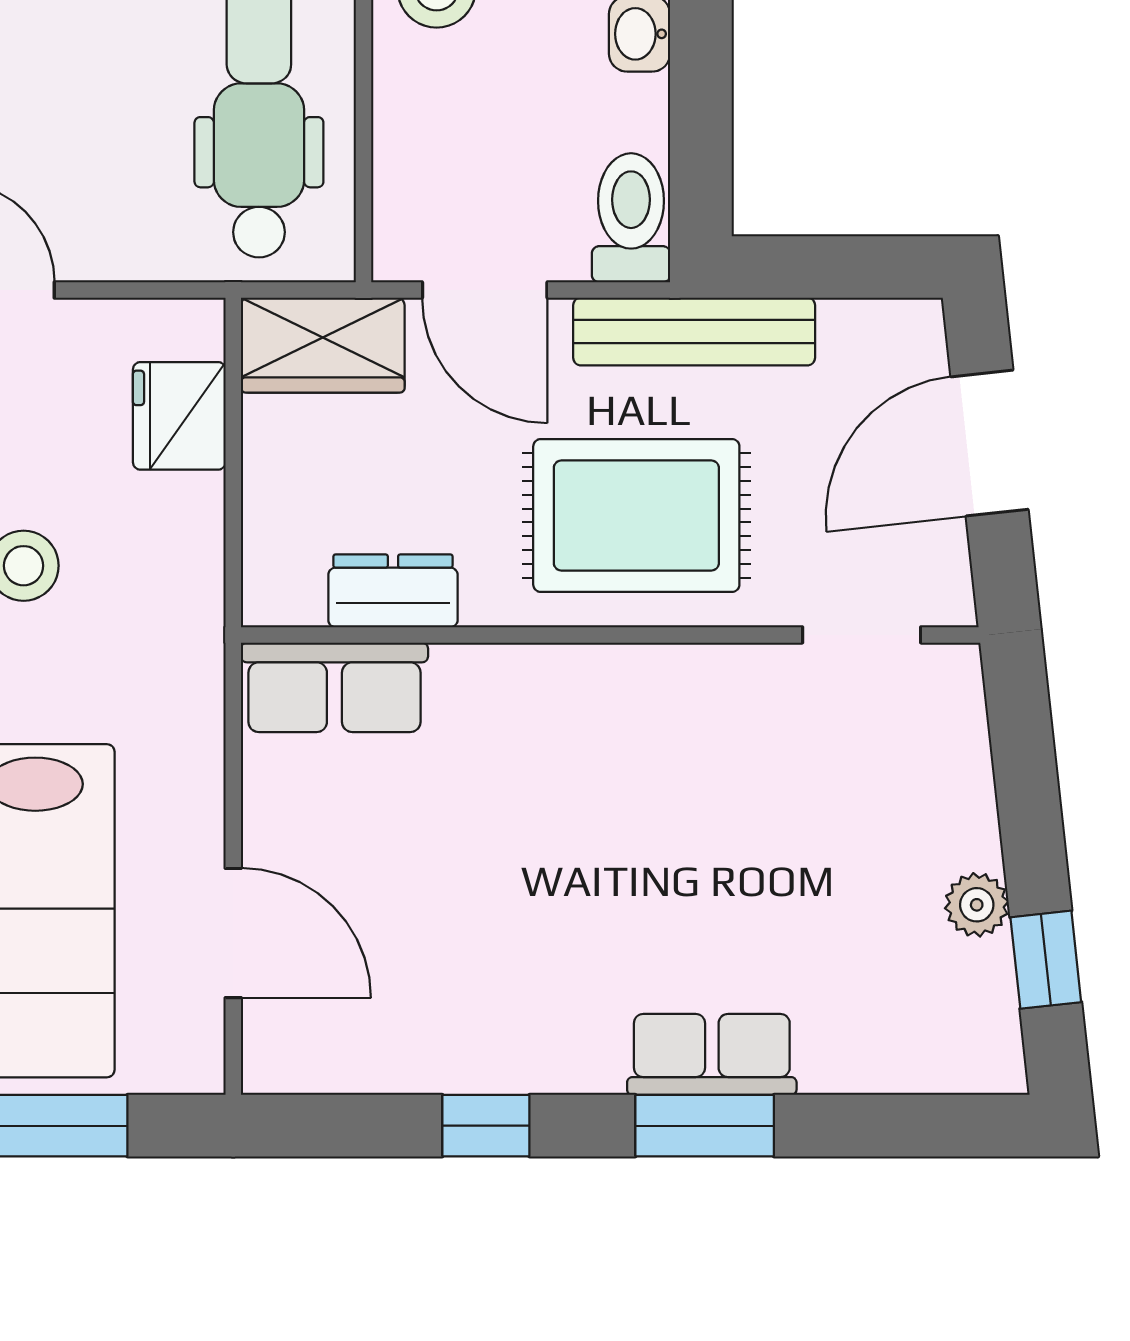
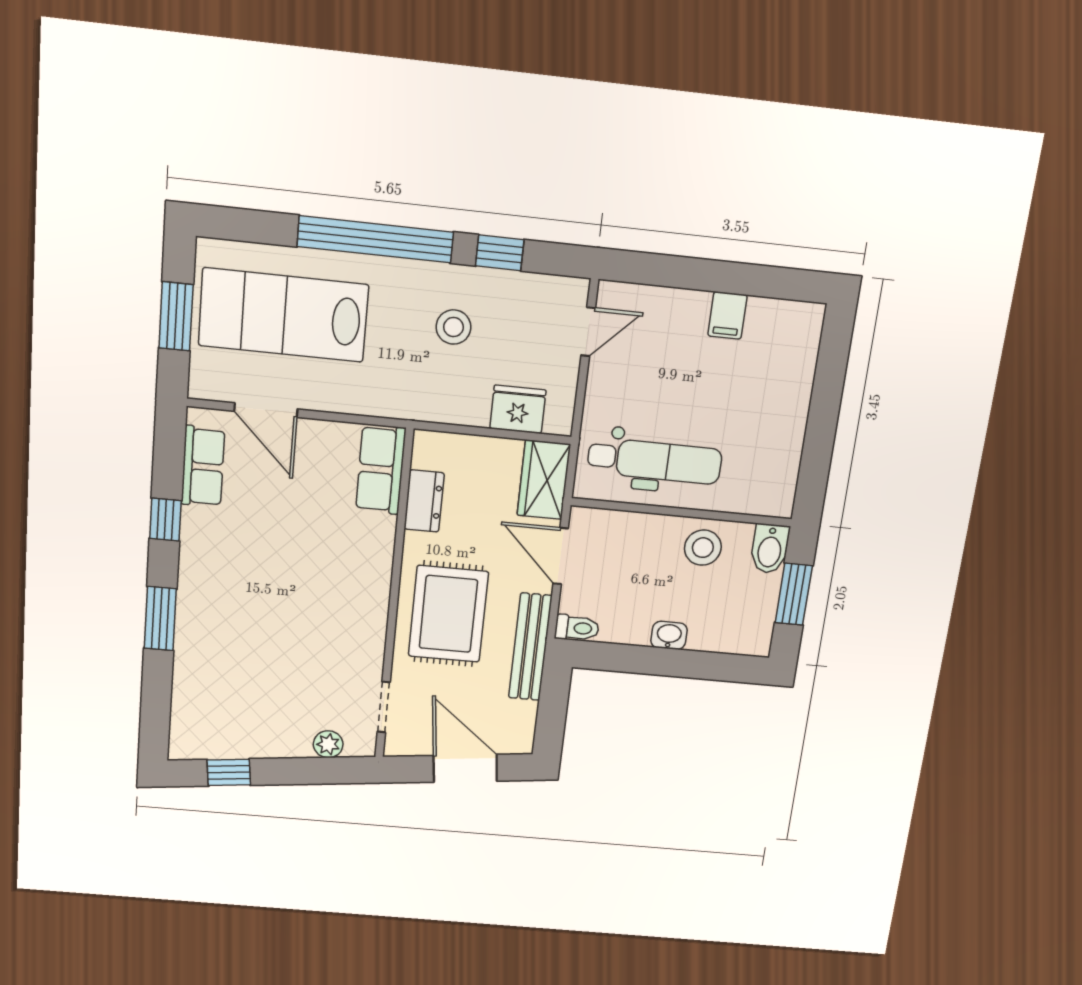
toilet: (631, 218) -> (577, 628), width x0.73, depth x0.72
door: (485, 290) -> (561, 556), hinge flipped
plant: (977, 905) -> (328, 744), moved
door: (233, 933) -> (266, 410), hinge flipped
row of seats: (712, 1054) -> (203, 467), moved

